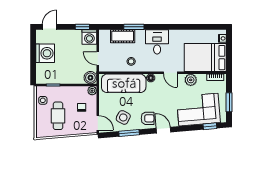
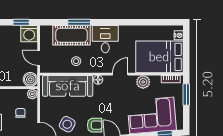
cot: (123, 36) -> (72, 35), width x1.37, depth x1.34
door: (170, 73) -> (120, 74), swing flipped
window: (229, 102) -> (186, 94), moved

